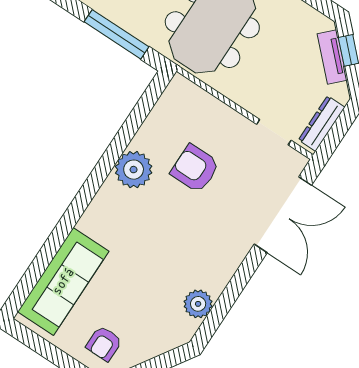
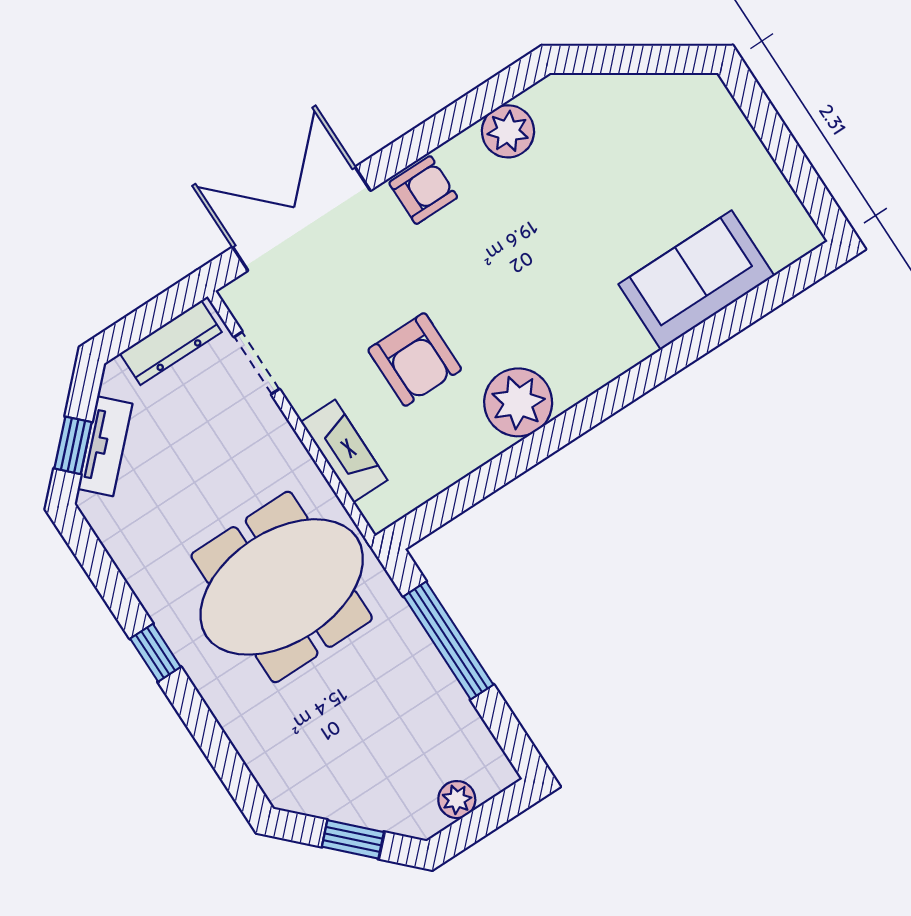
fireplace: (211, 107) -> (344, 451), added
sofa: (63, 281) -> (696, 280), width x0.73
armchair: (104, 344) -> (423, 190), moved

